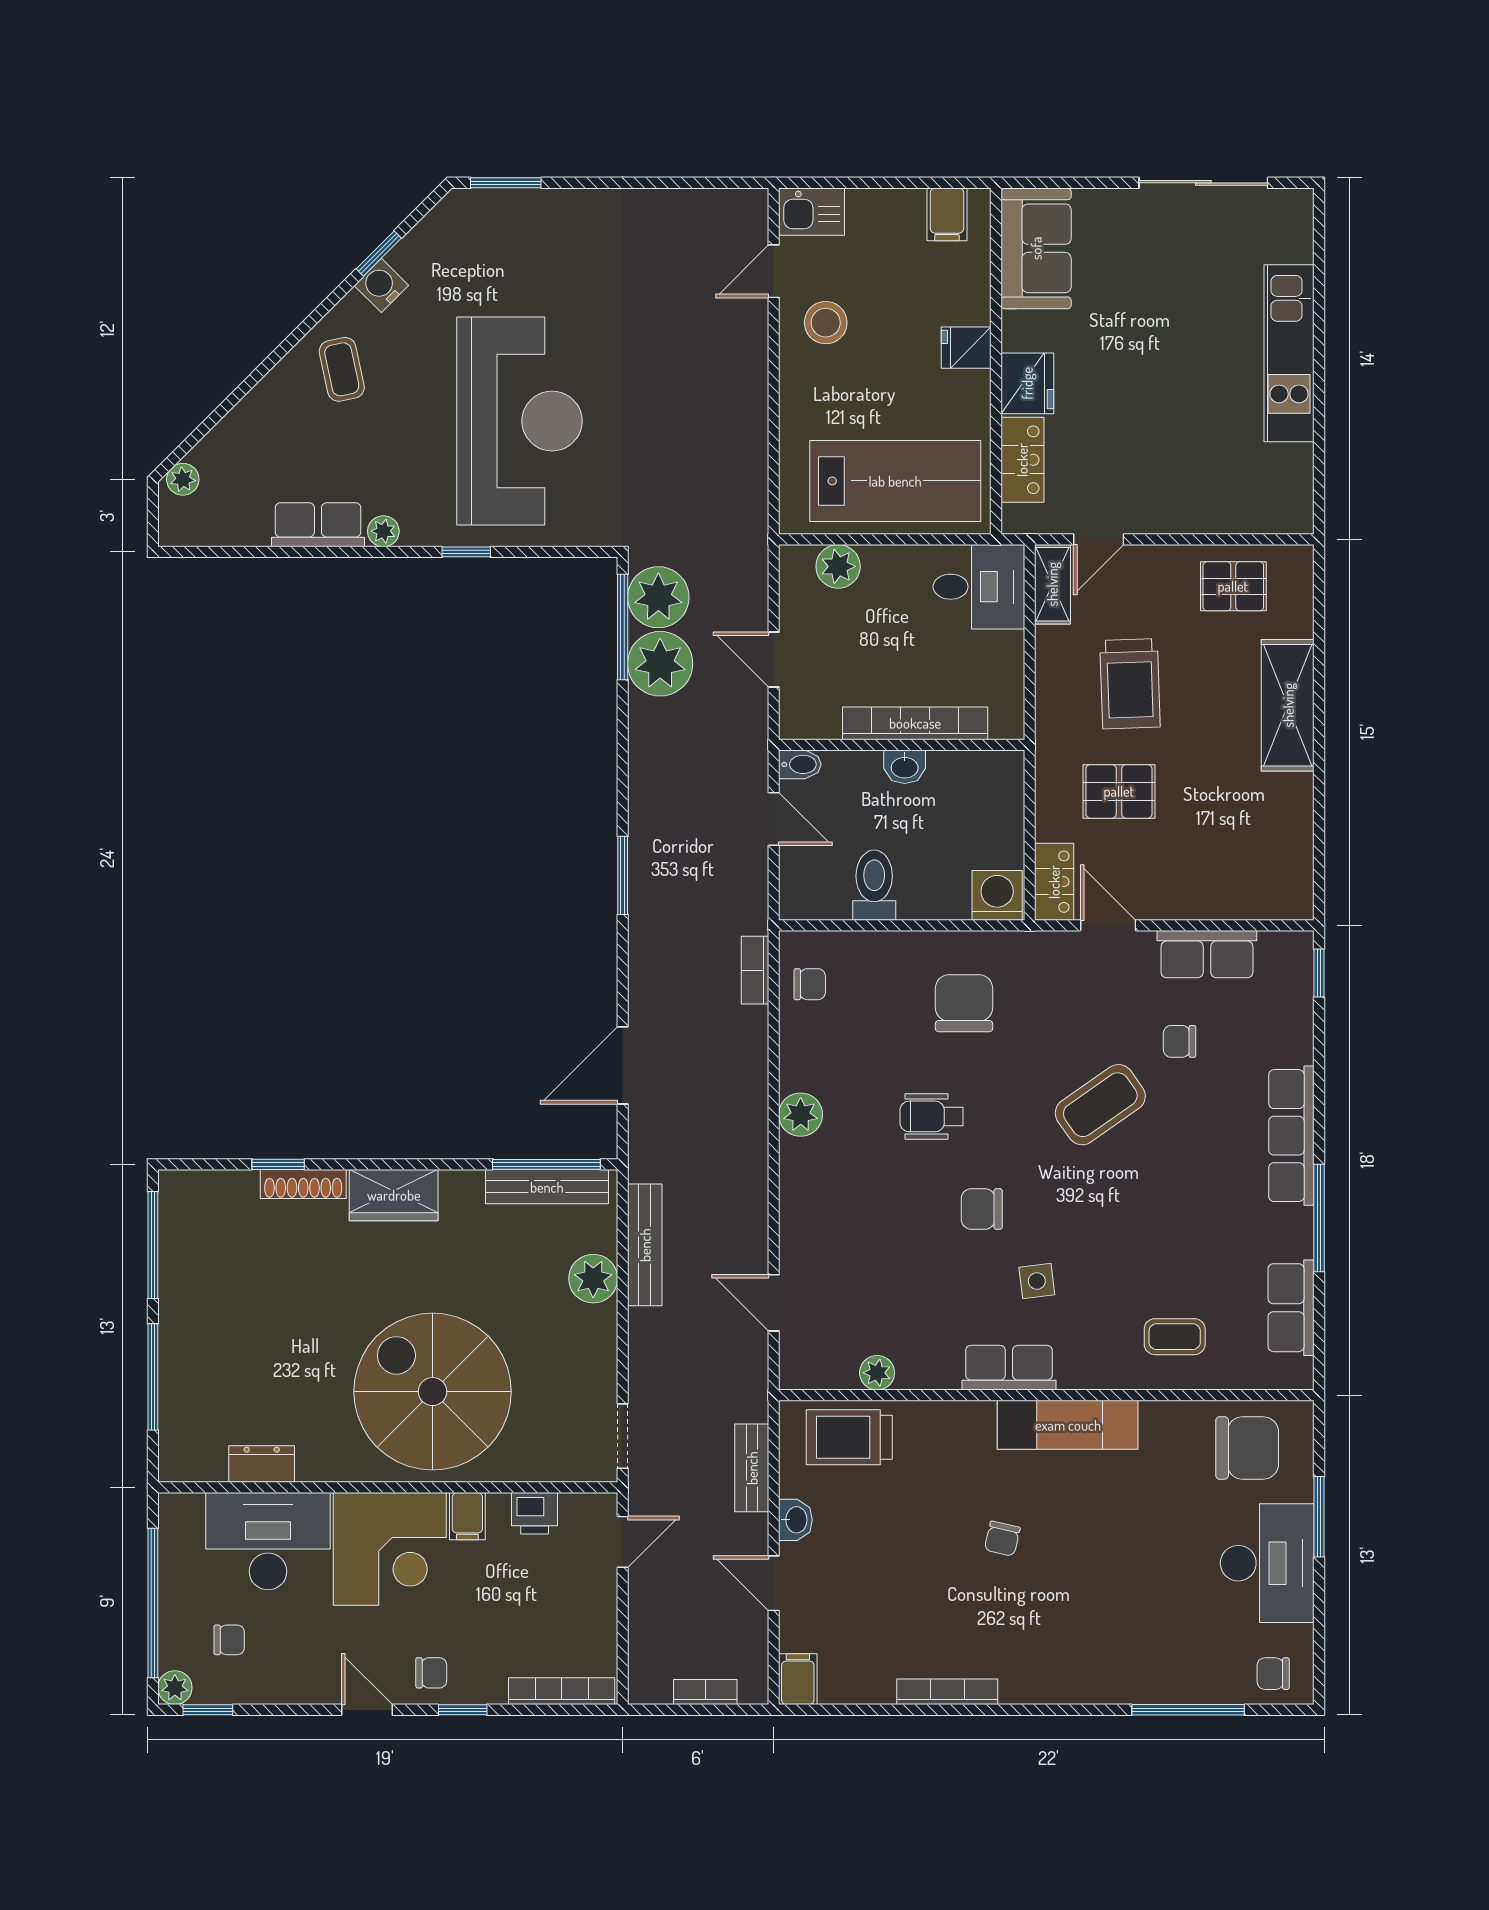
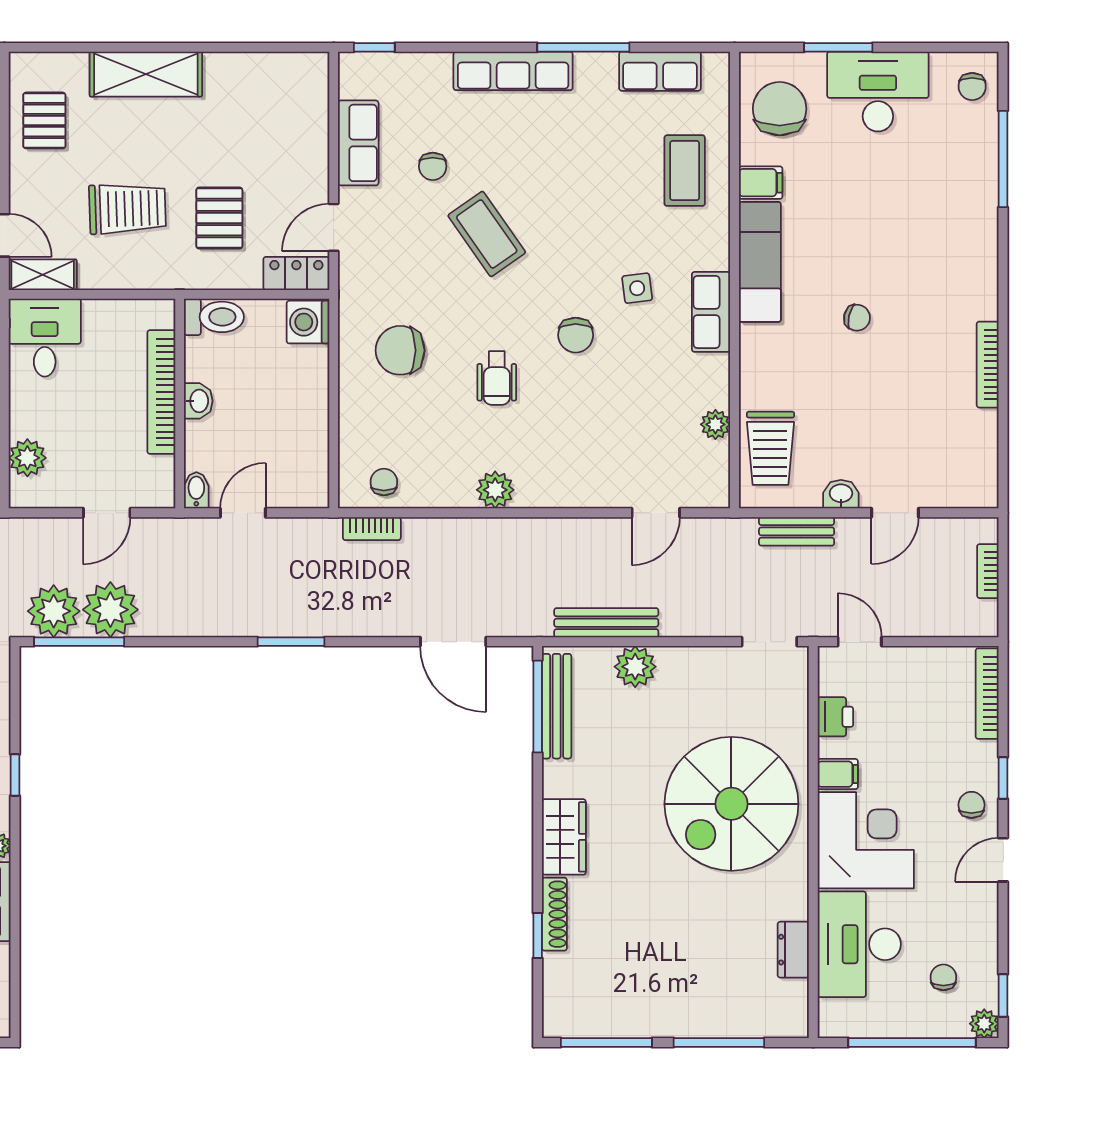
toilet: (874, 885) -> (214, 317), moved, turned 180
coffee table: (1175, 1337) -> (685, 171), width x1.36, depth x1.30
filing cabinet: (798, 1679) -> (761, 183), moved, turned 180

